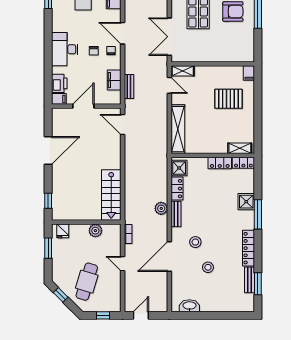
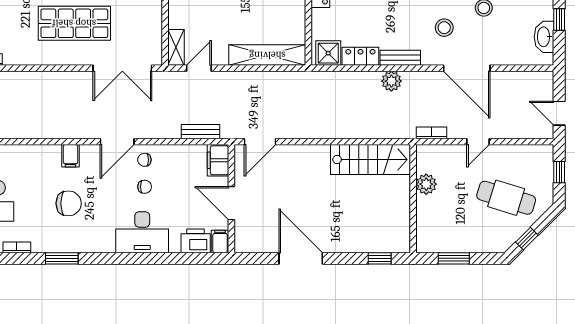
filing cabinet: (114, 80) -> (218, 160), moved, turned 90
fridge: (63, 231) -> (427, 235), removed
window: (201, 315) -> (559, 20), added

